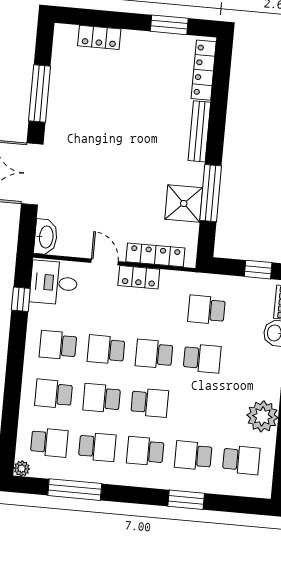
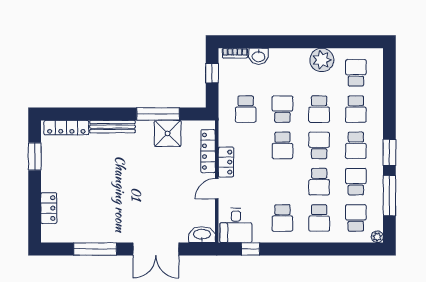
school desk: (106, 350) -> (319, 109), moved
window: (186, 500) -> (389, 152), moved

